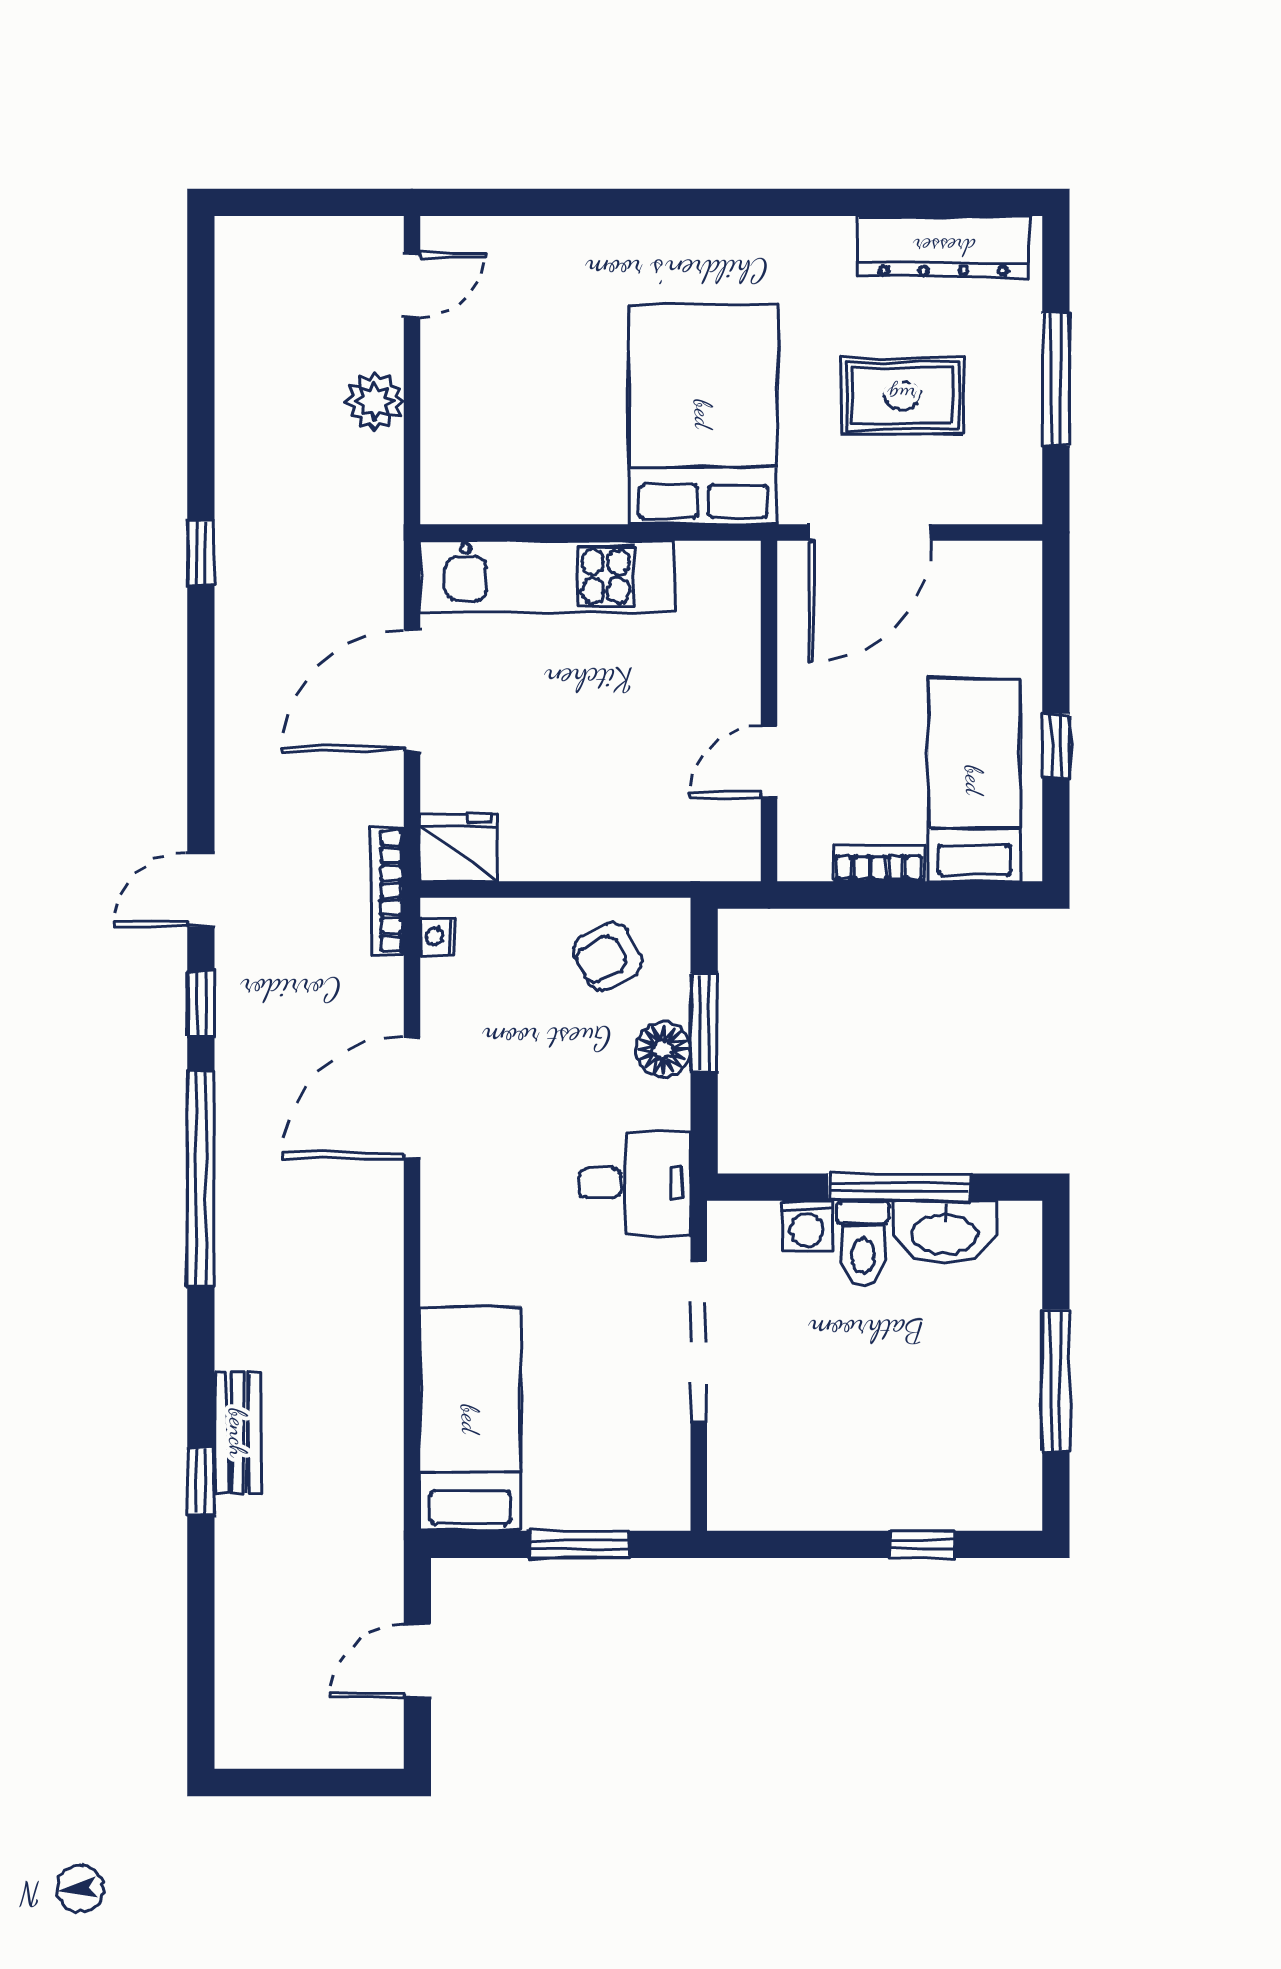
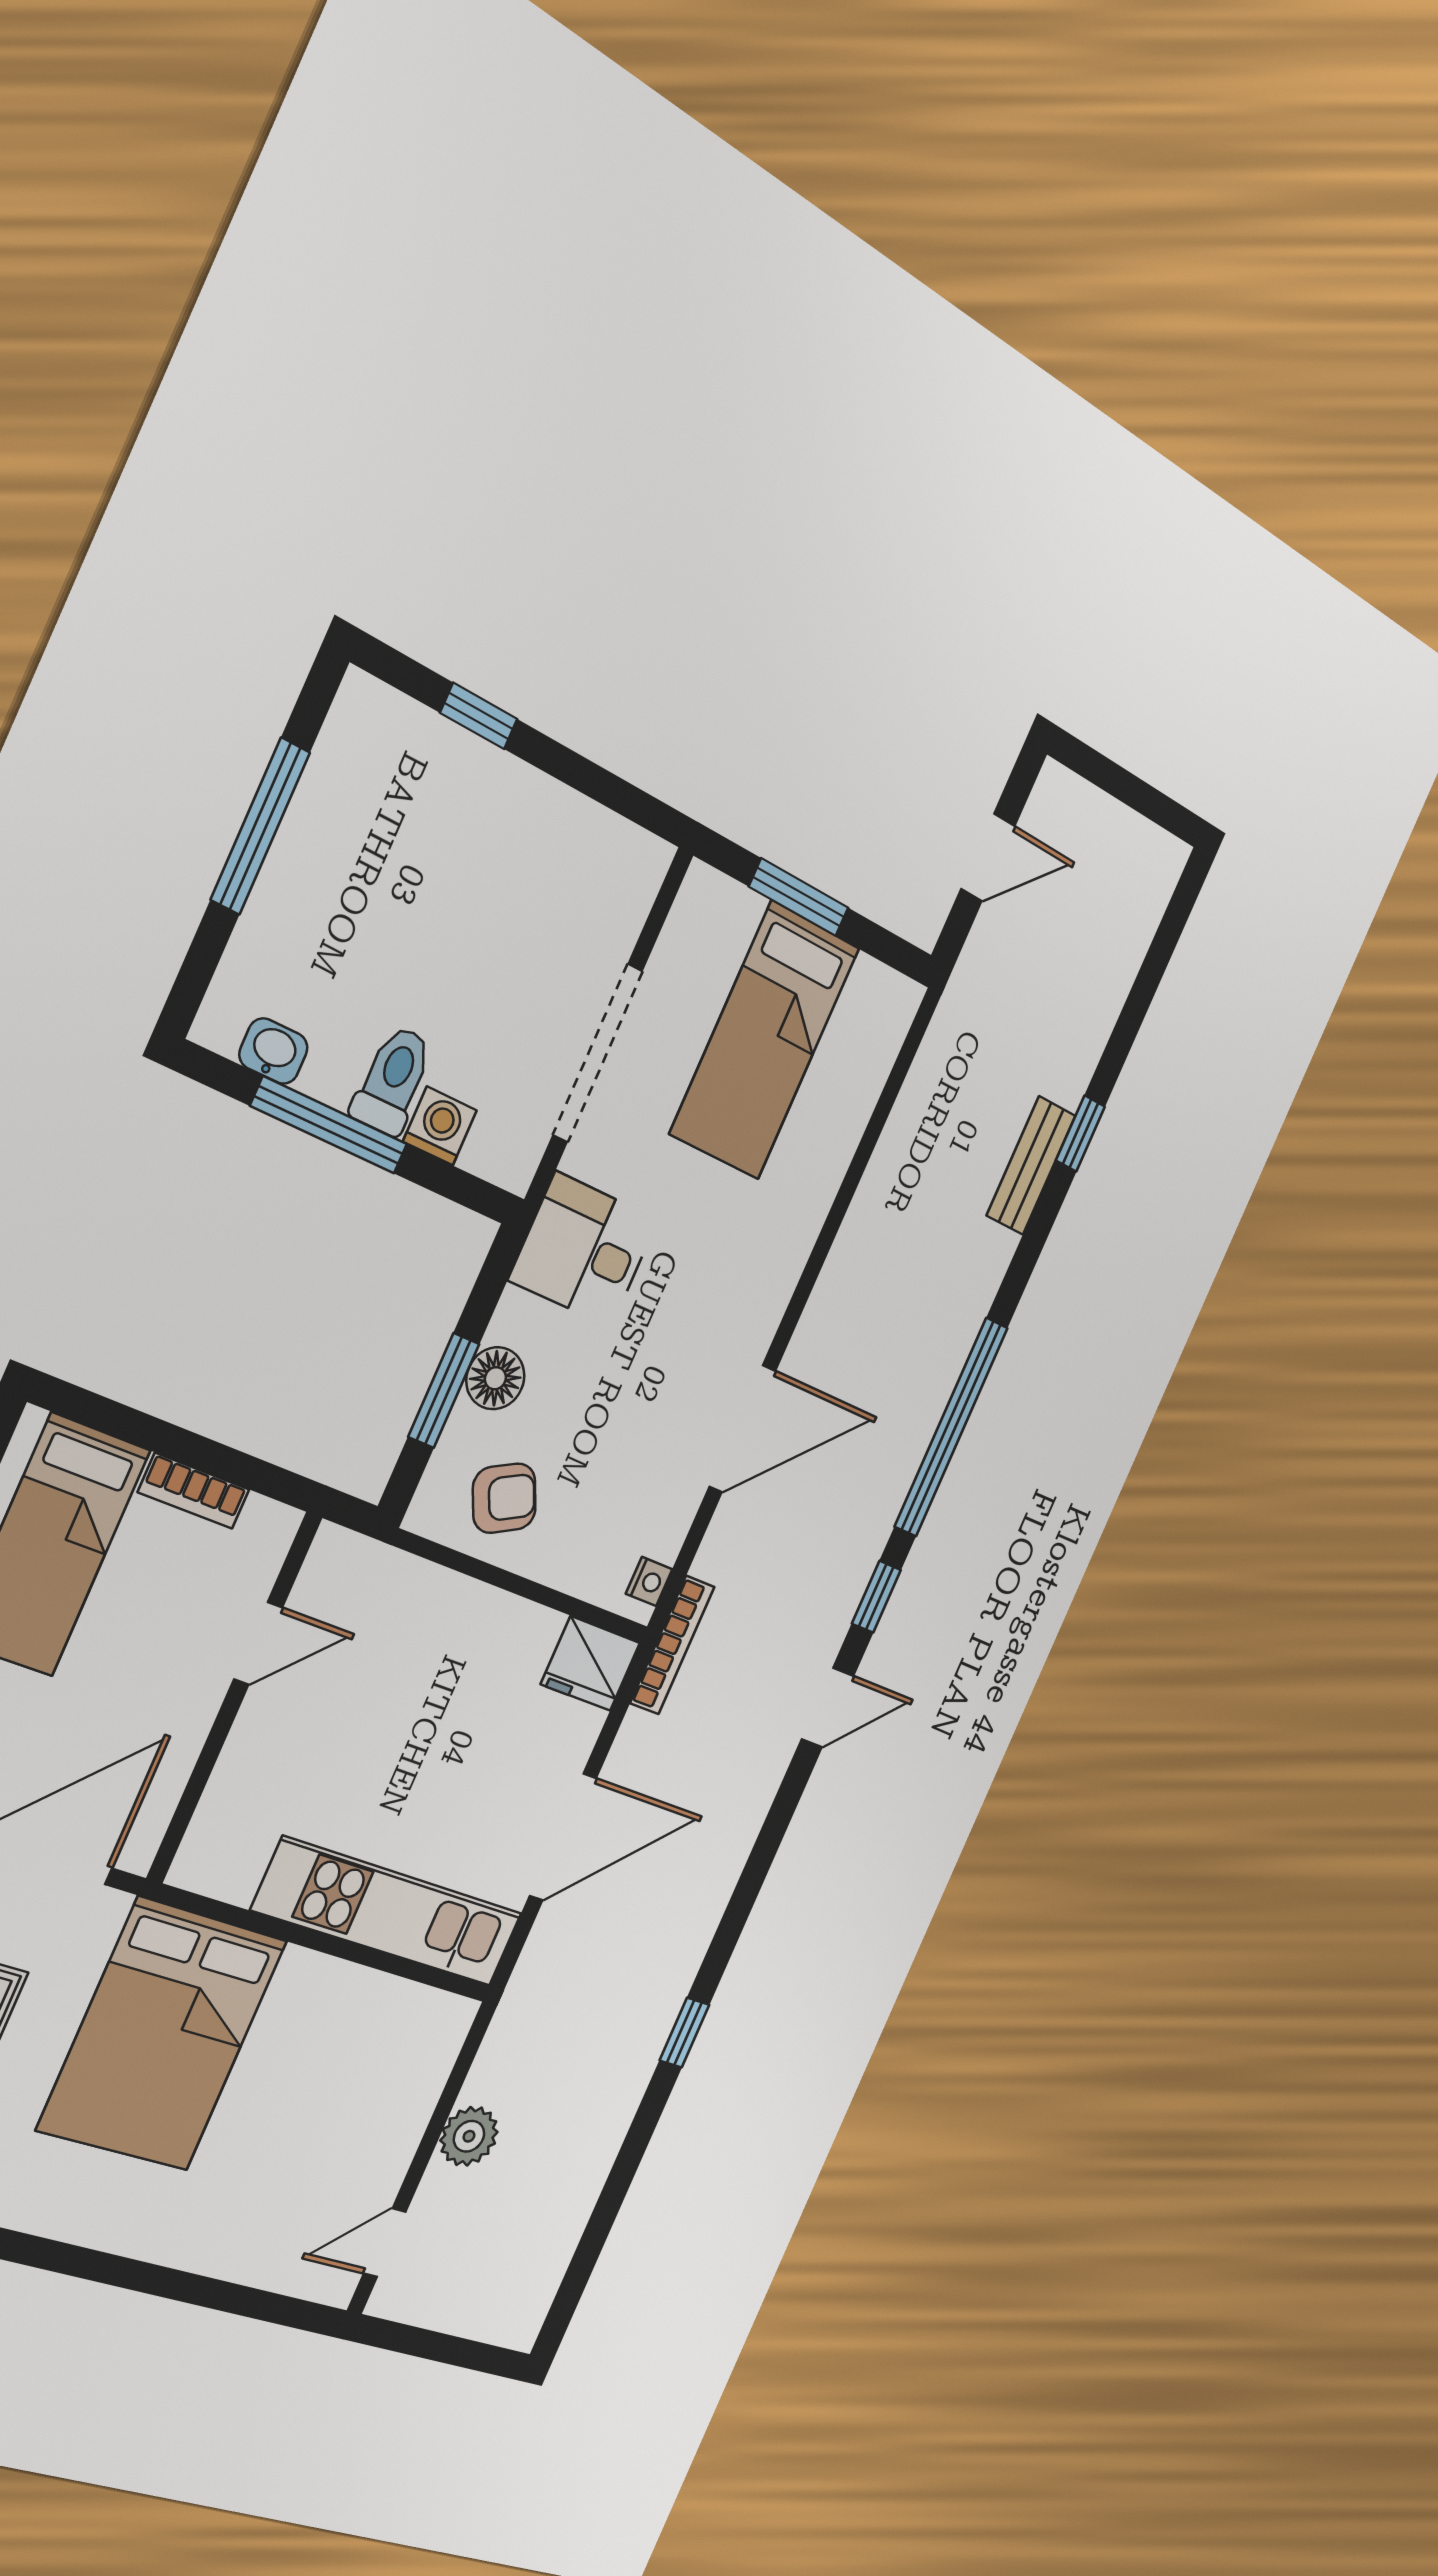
washbasin: (945, 1232) -> (273, 1051), width x0.52, depth x0.69
bed: (470, 1419) -> (765, 1041), moved

